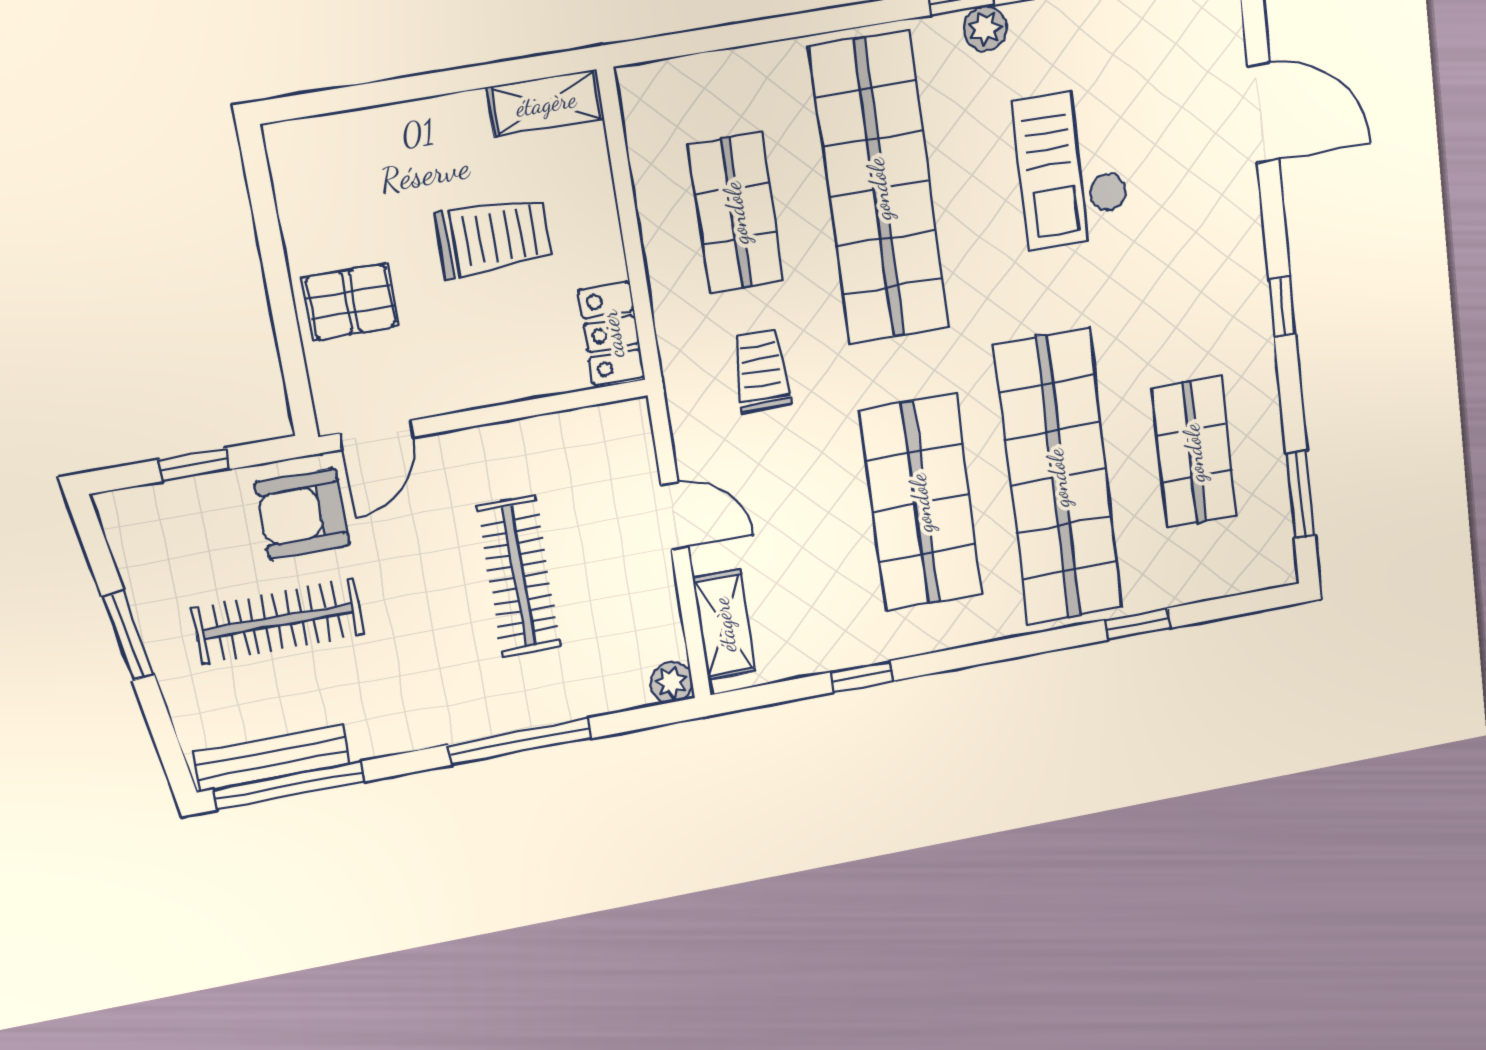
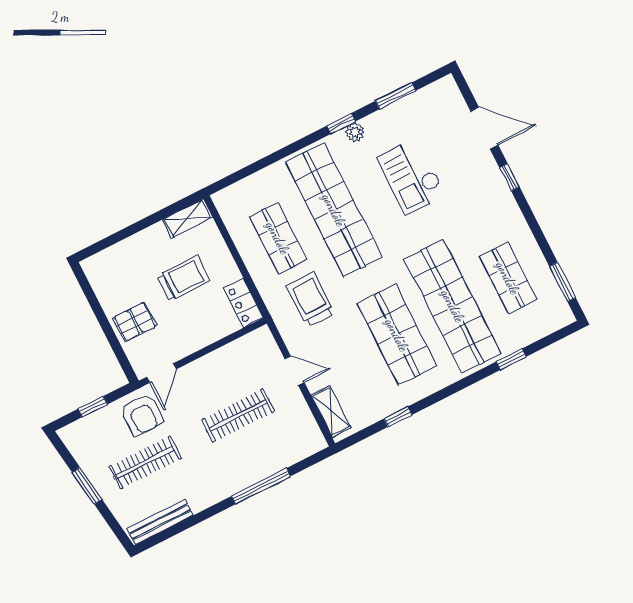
window: (1282, 307) -> (509, 177), moved
trolley: (761, 371) -> (310, 299), width x1.36, depth x1.39
armchair: (302, 514) -> (142, 415), turned -90
clothes rail: (519, 577) -> (238, 415), turned 90
plant: (671, 682) -> (317, 442), removed
window: (289, 785) -> (171, 532), removed

